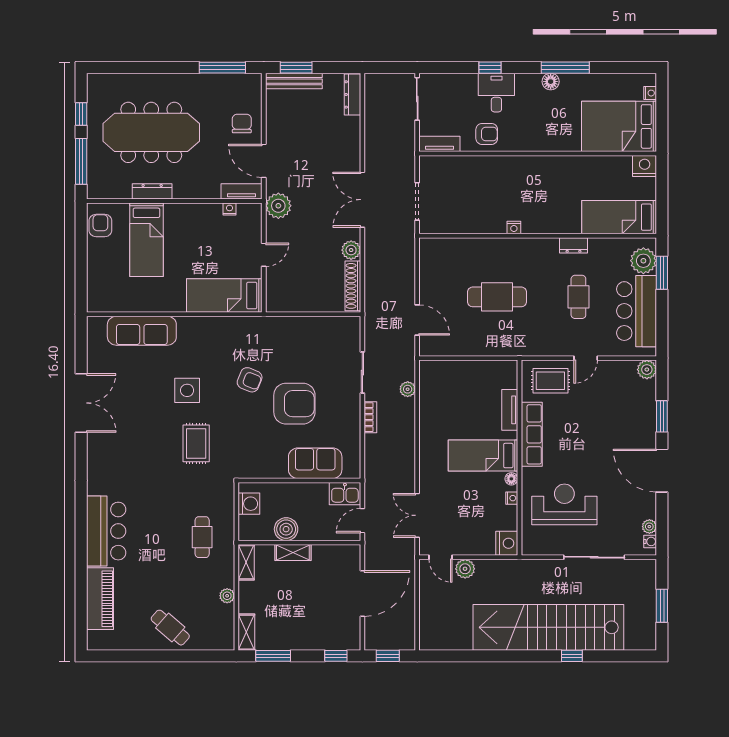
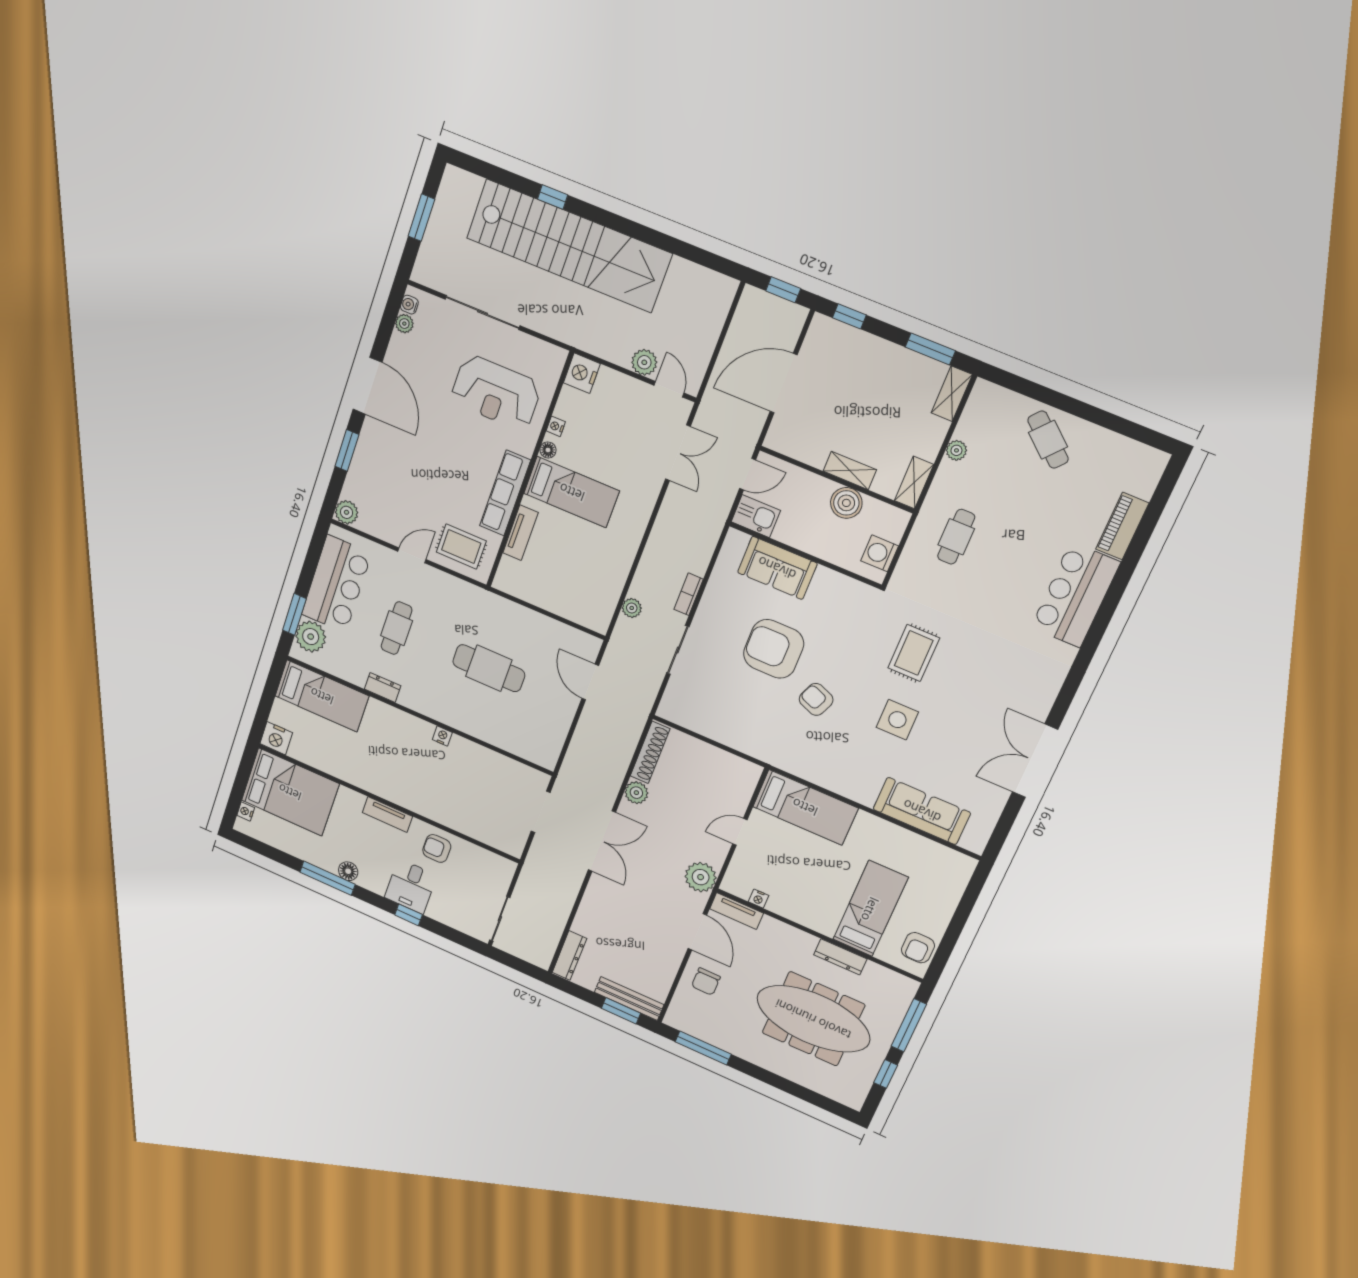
tv unit: (439, 144) -> (387, 814), moved
piano: (100, 599) -> (1122, 526), width x0.73, depth x0.75

